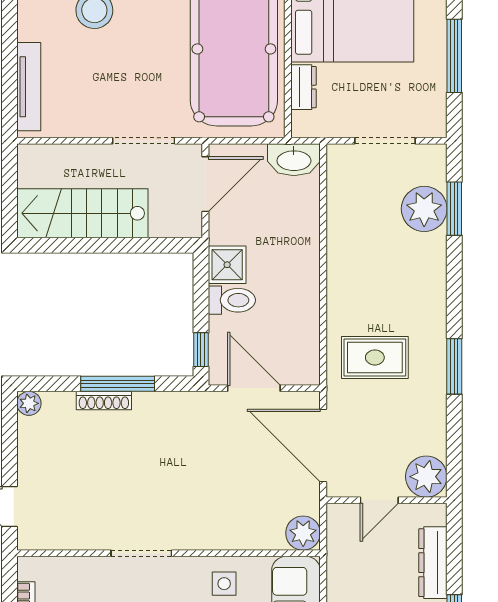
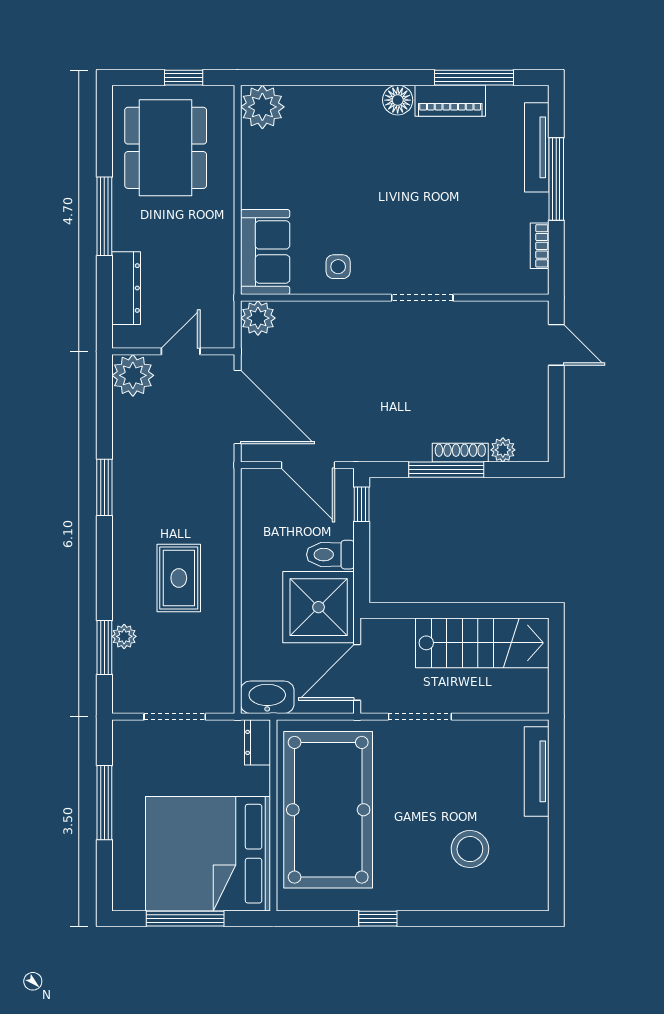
dresser: (303, 87) -> (258, 742), moved
plant: (424, 209) -> (124, 636), width x0.53, depth x0.53
shower: (227, 265) -> (319, 607), width x1.86, depth x1.86
rug: (375, 357) -> (179, 578), moved, turned 90
plant: (29, 403) -> (503, 450), moved

